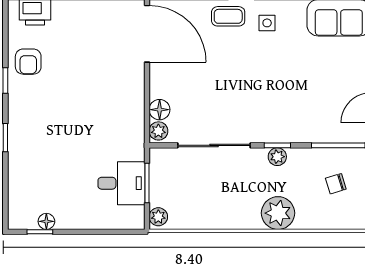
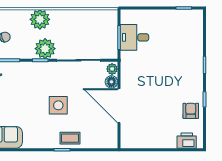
side table: (267, 23) -> (58, 105), moved, width x1.87, depth x1.87
door: (147, 34) -> (119, 106), moved
plant: (277, 157) -> (45, 49), width x1.88, depth x1.88
plant: (158, 217) -> (112, 17), removed
floor lamp: (46, 221) -> (180, 14), removed

